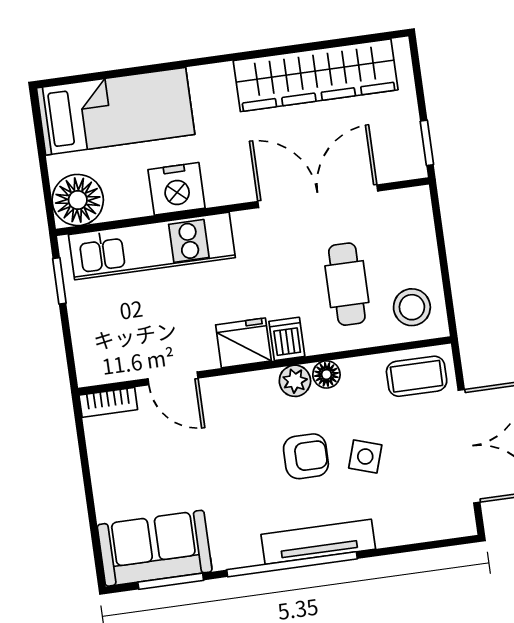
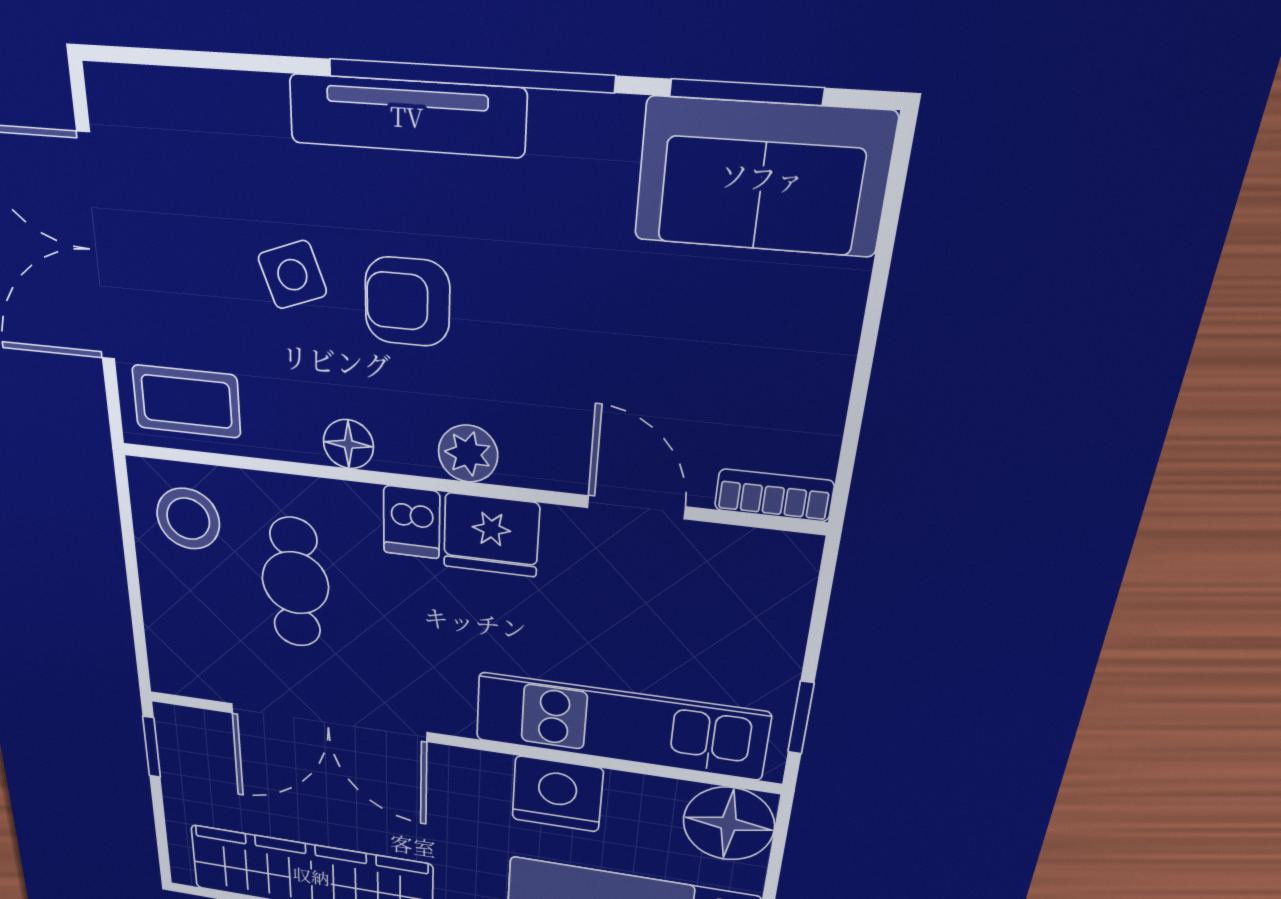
plant: (295, 381) -> (468, 454), moved
side table: (365, 456) -> (292, 275), turned -38

